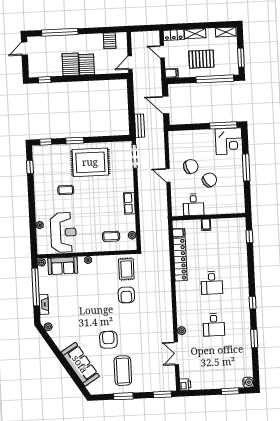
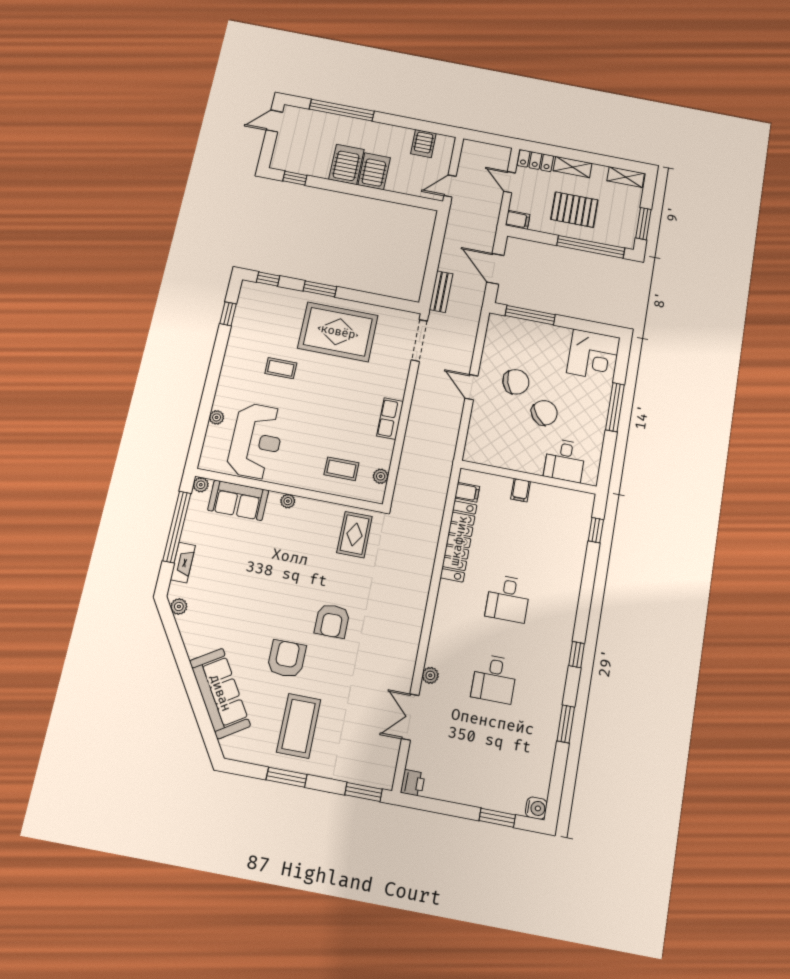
window: (223, 125) -> (530, 315), moved
desk: (193, 205) -> (565, 460), moved
armchair: (126, 295) -> (332, 621), moved

